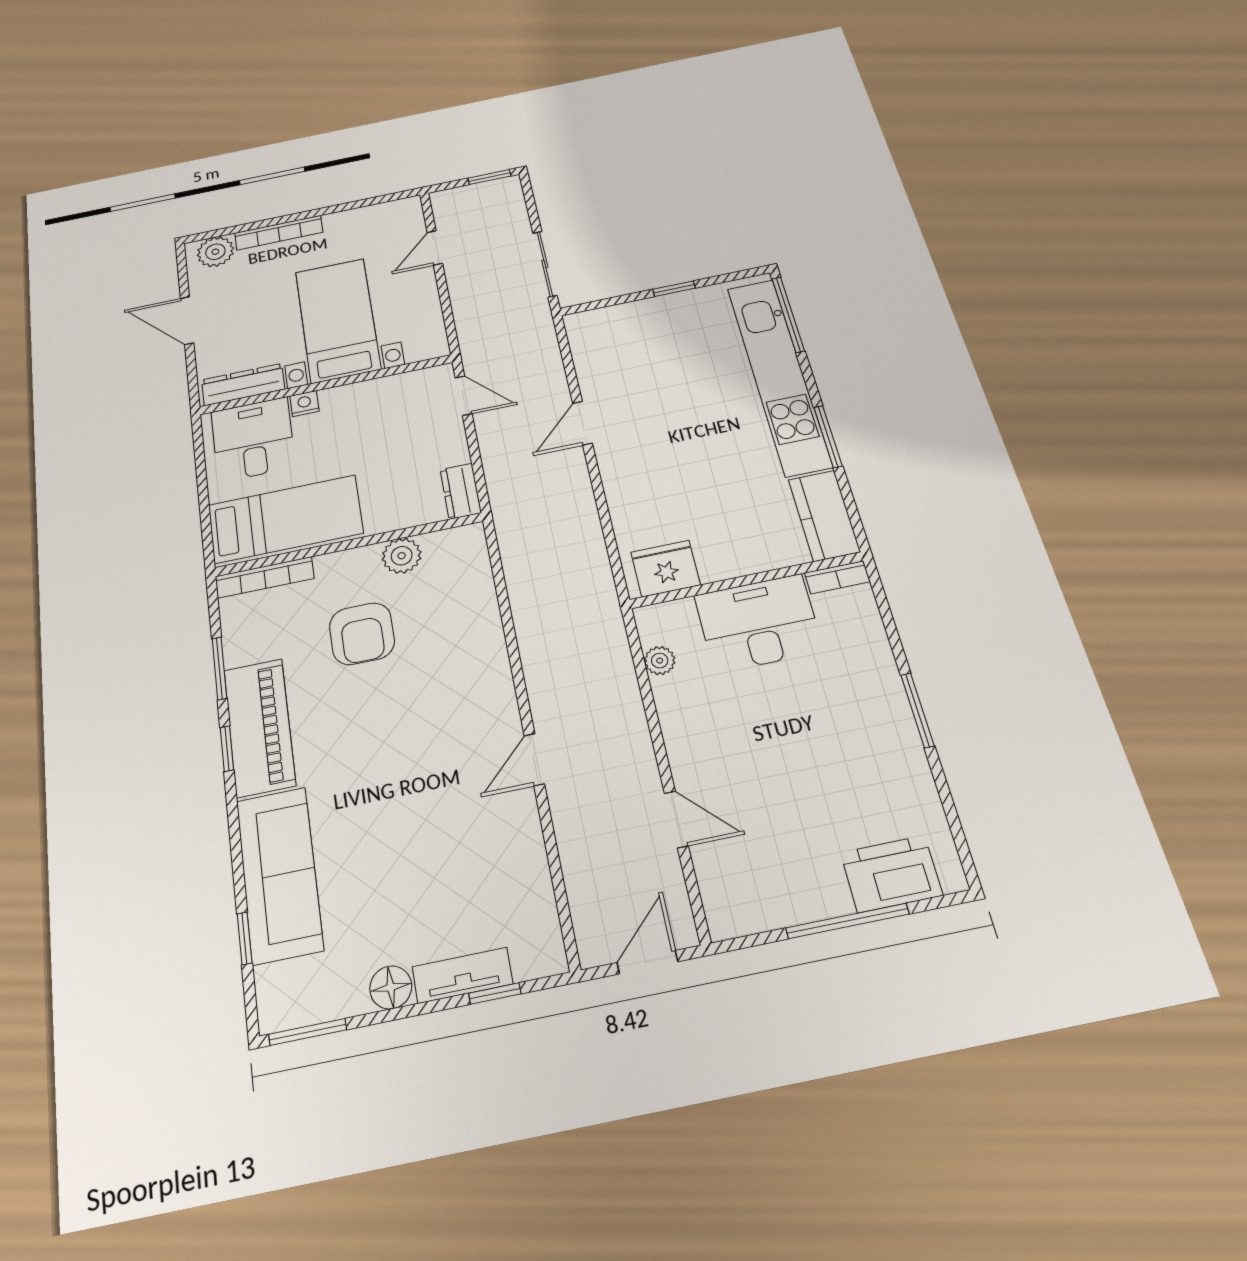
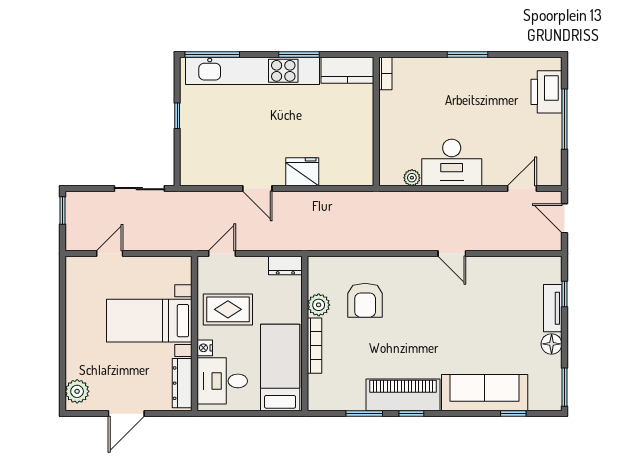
bookcase: (279, 233) -> (72, 350), removed
door: (435, 248) -> (110, 253), swing flipped
rug: (372, 423) -> (228, 309), added
fridge: (665, 568) -> (302, 172), moved, turned 90
bookcase: (265, 577) -> (315, 346), moved
desk: (758, 623) -> (452, 162), moved, turned -90
armchair: (362, 634) -> (365, 300), moved, turned 90
door: (676, 819) -> (522, 189), moved

